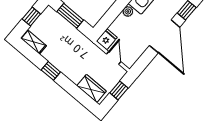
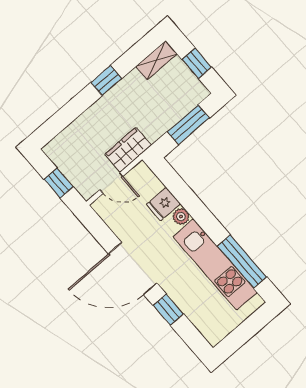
fridge: (107, 39) -> (163, 204), moved, turned 90
wardrobe: (92, 88) -> (128, 150), moved, turned 180

